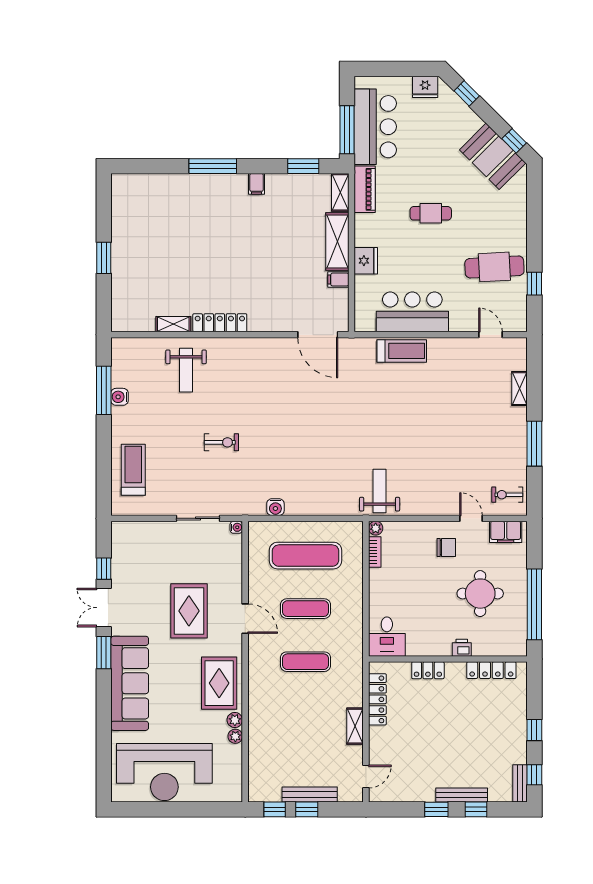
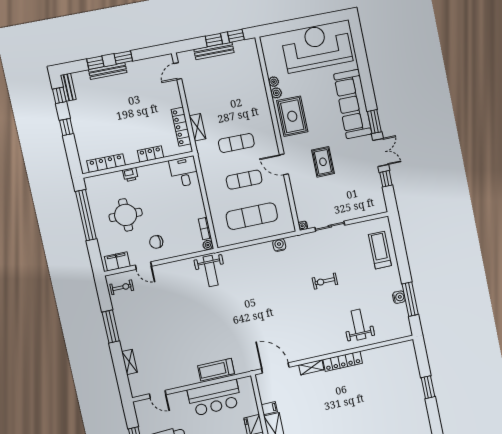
shelving: (173, 324) -> (311, 367), moved
treadmill: (133, 470) -> (380, 250), turned 180
rug: (189, 611) -> (323, 162), width x0.73, depth x0.70
shelving: (355, 726) -> (198, 127), moved

